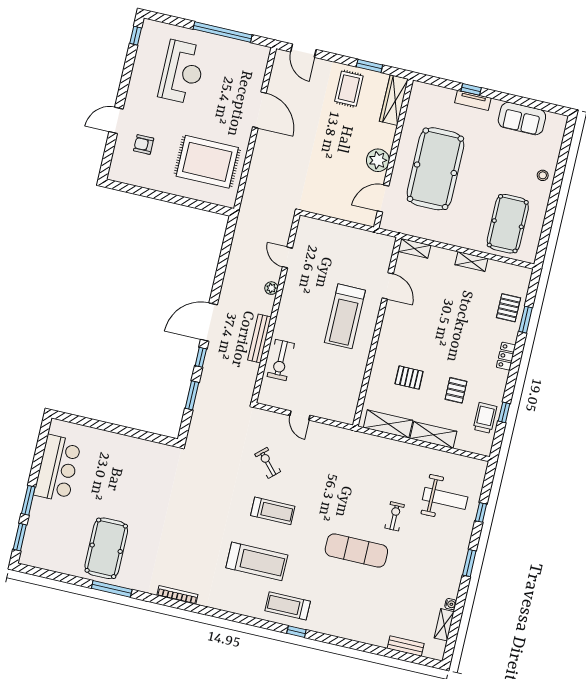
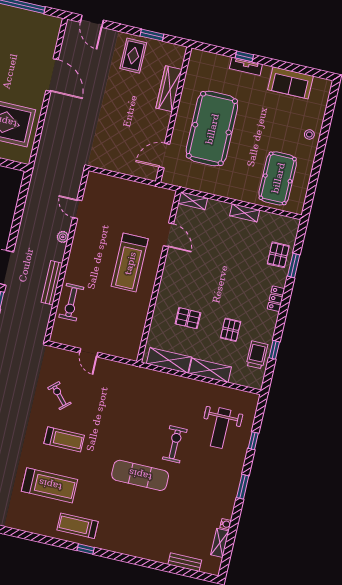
wardrobe: (394, 100) -> (169, 89), moved
plant: (378, 160) -> (160, 121), removed
weight bench: (445, 498) -> (221, 428), turned 90
exercise bike: (395, 516) -> (175, 444), width x1.38, depth x1.39

